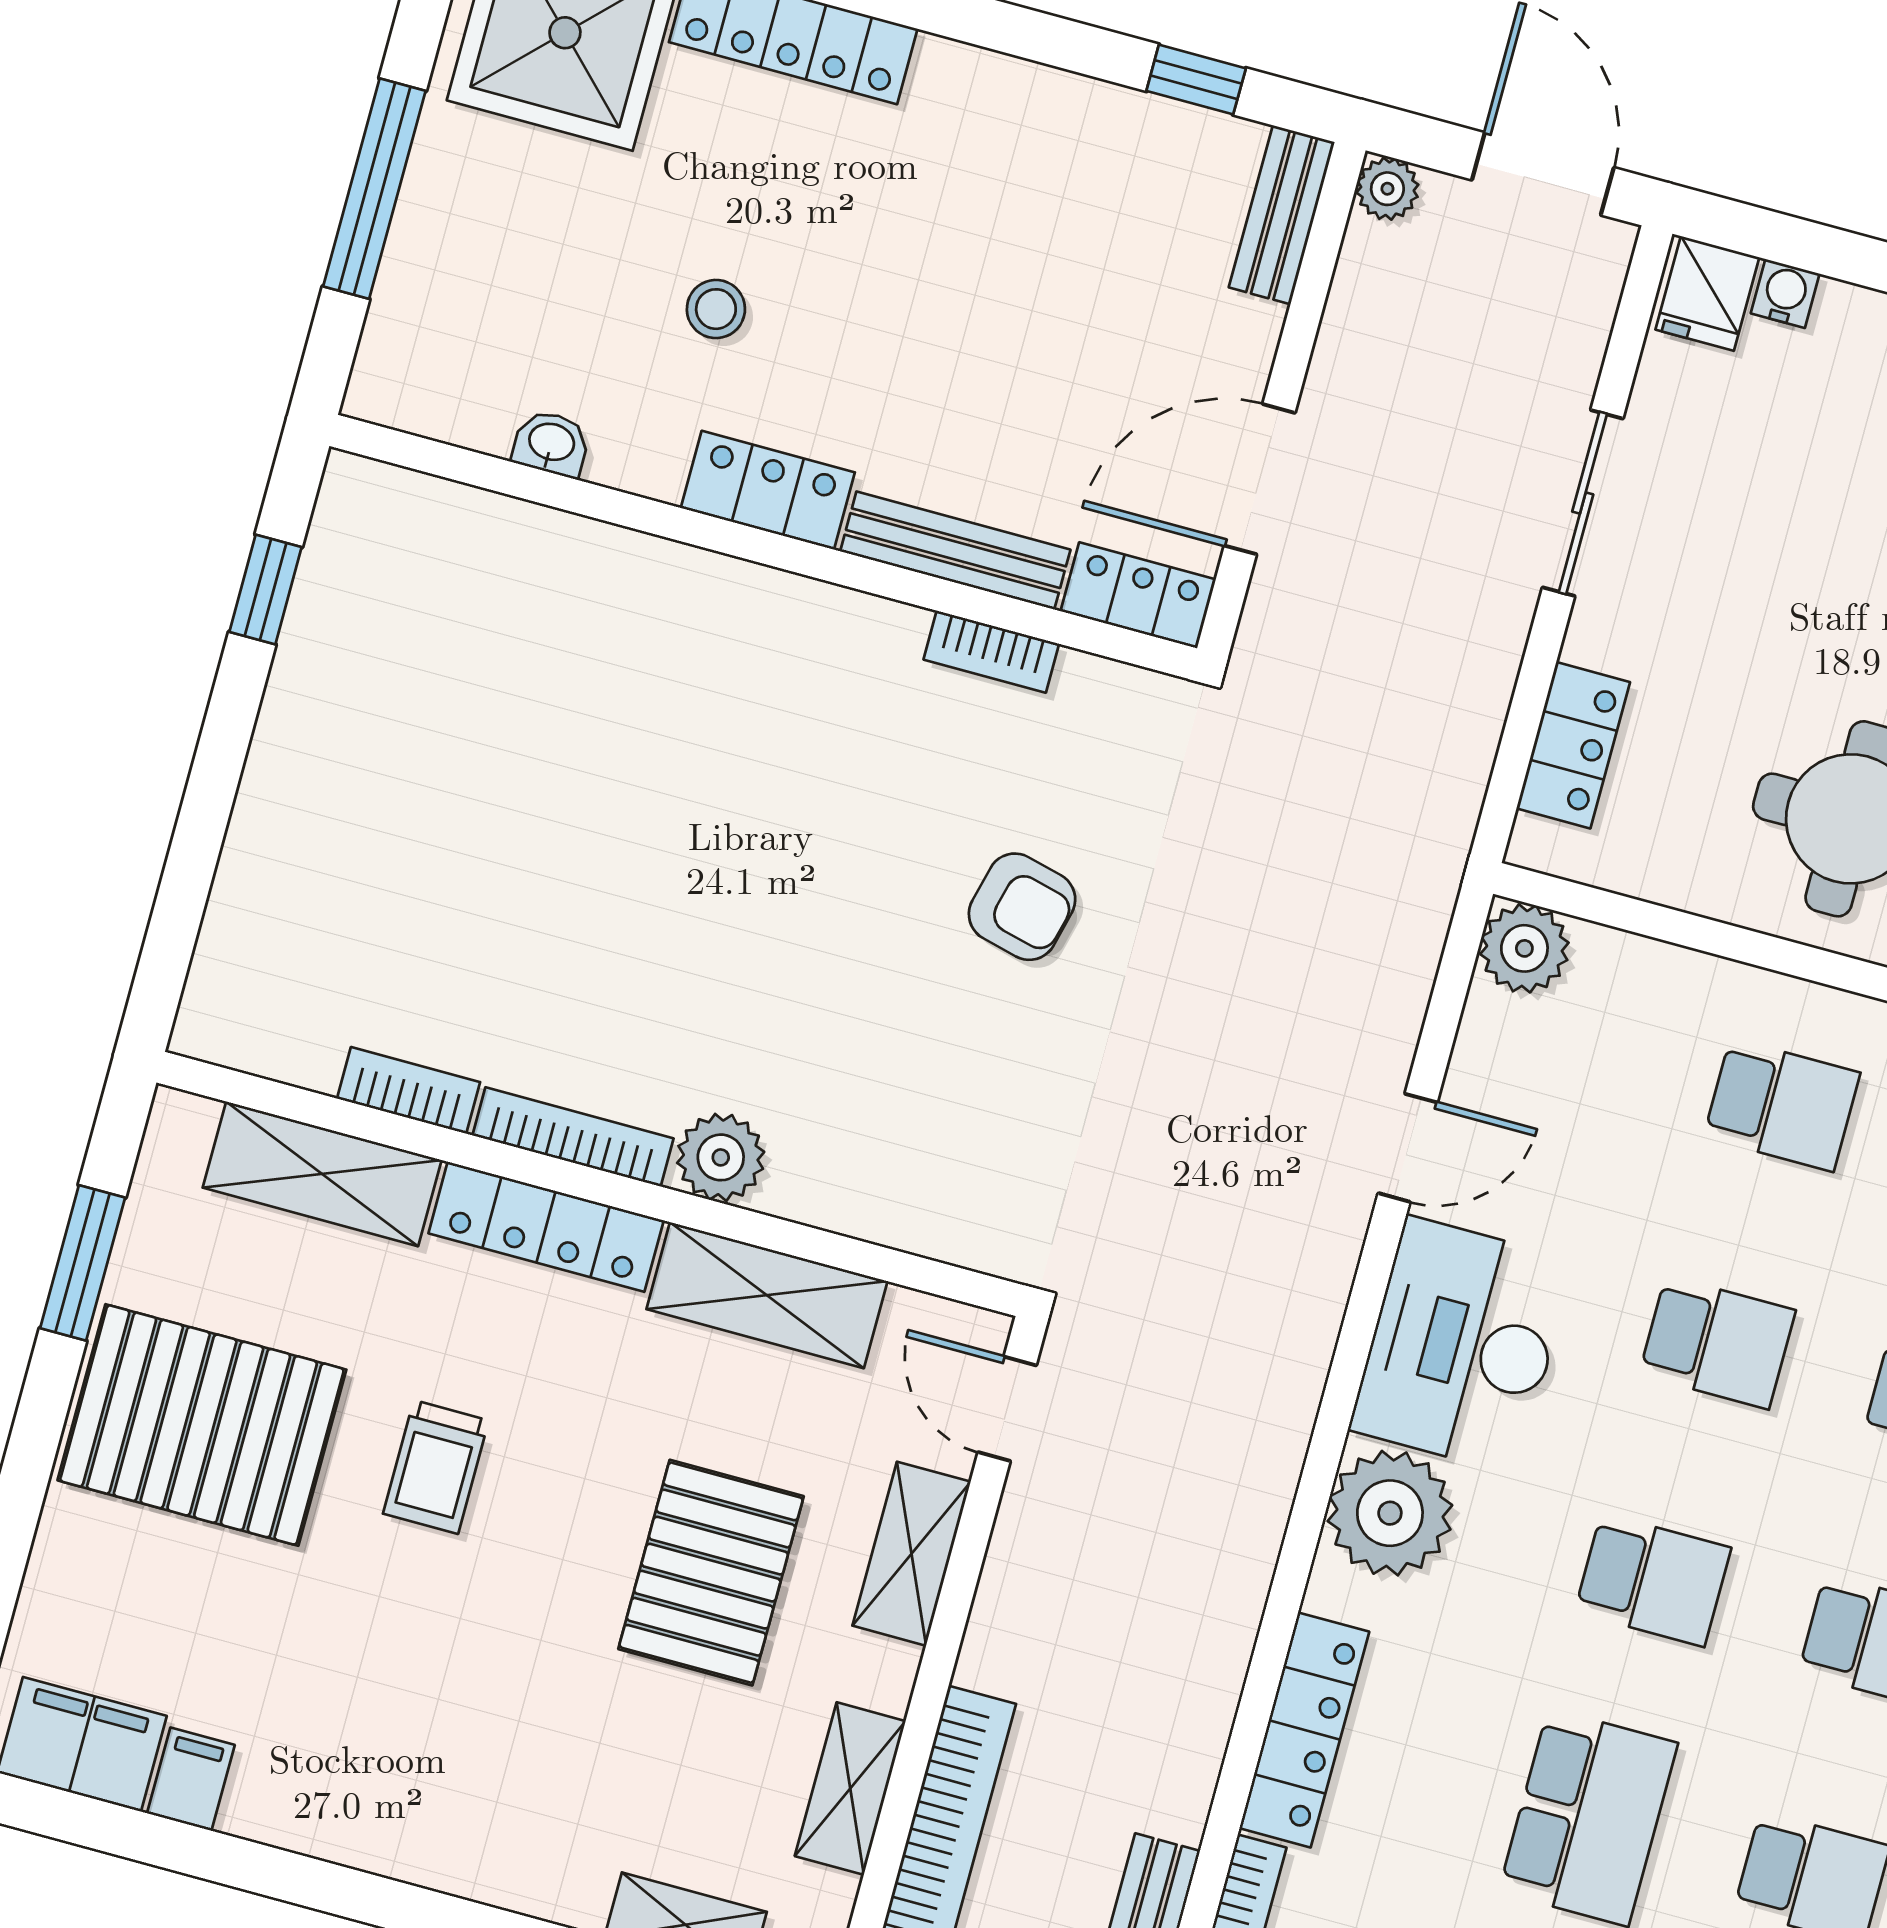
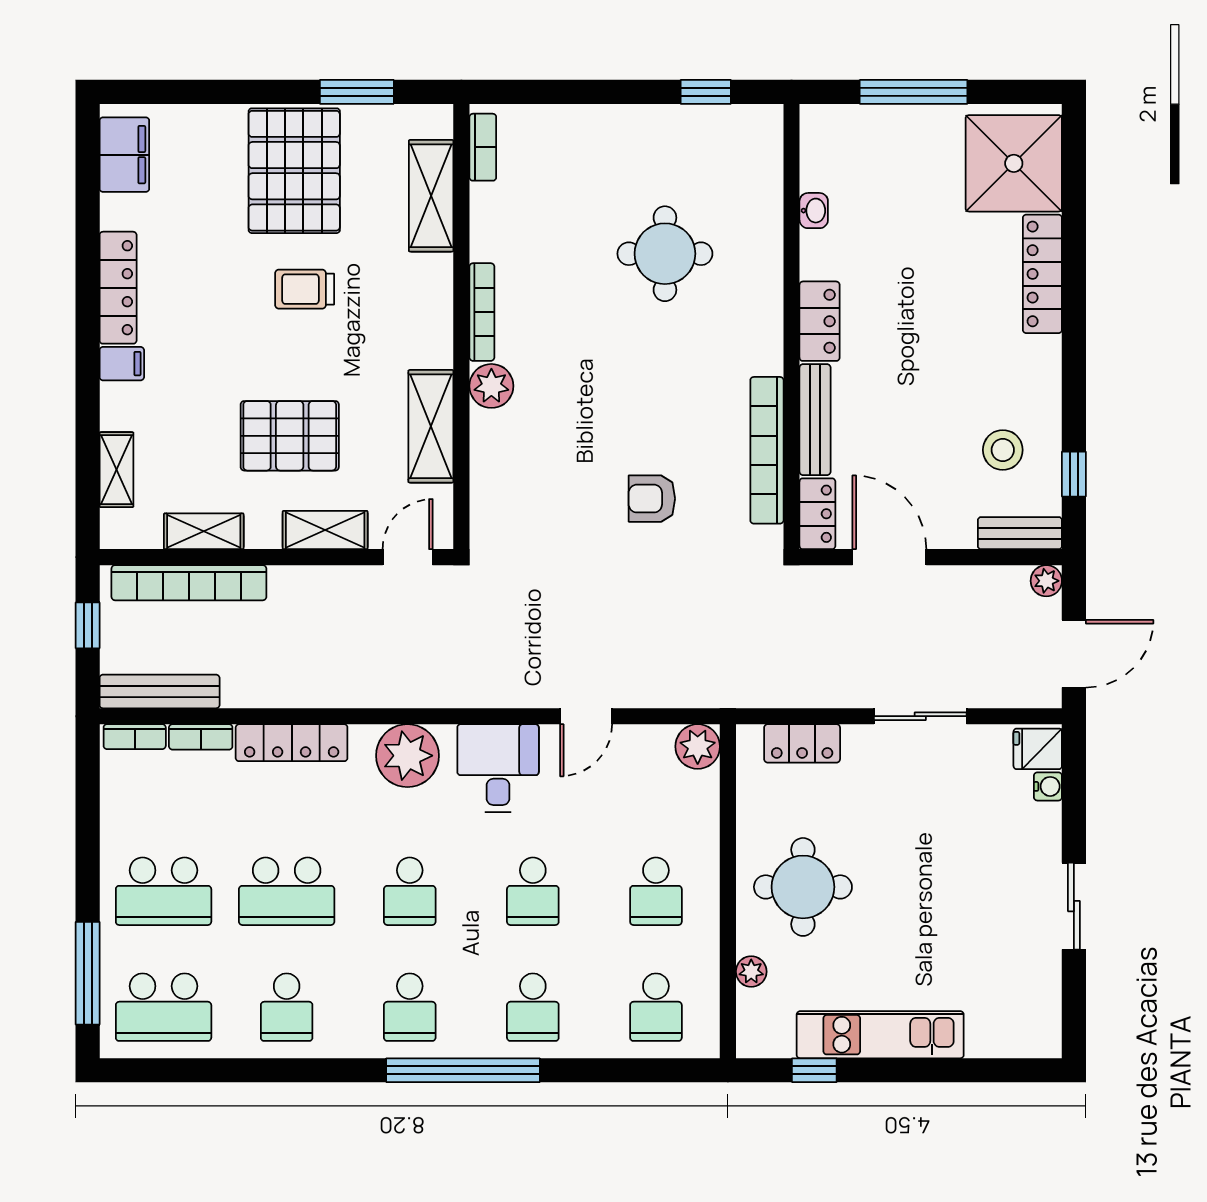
stool: (716, 309) -> (1003, 450), moved, width x1.37, depth x1.37
bookcase: (991, 652) -> (767, 450), width x2.31, depth x1.31
round table: (556, 753) -> (665, 254), added
armchair: (1022, 907) -> (652, 499), turned 76
bookcase: (409, 1090) -> (483, 147), moved
door: (1408, 1148) -> (586, 716), hinge flipped
locker: (546, 1227) -> (118, 288), moved, turned 180
desk: (1462, 1345) -> (498, 768), width x0.73
filing cabinet: (191, 1779) -> (122, 364), moved

